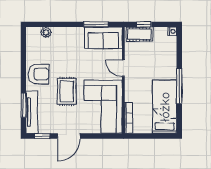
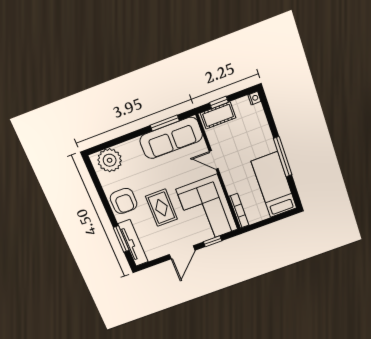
plant: (46, 32) -> (110, 160), width x1.87, depth x1.87
sofa: (103, 38) -> (171, 138), width x1.36
armchair: (39, 74) -> (124, 201), turned 90
window: (42, 136) -> (213, 241), moved

